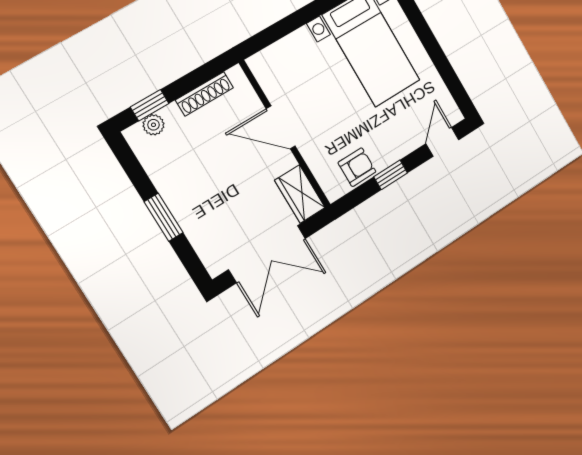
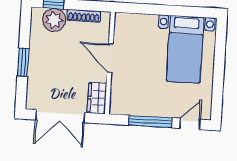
plant: (153, 125) -> (54, 20), width x1.88, depth x1.88
armchair: (357, 167) -> (135, 105), removed
window: (391, 175) -> (150, 122), width x2.17

